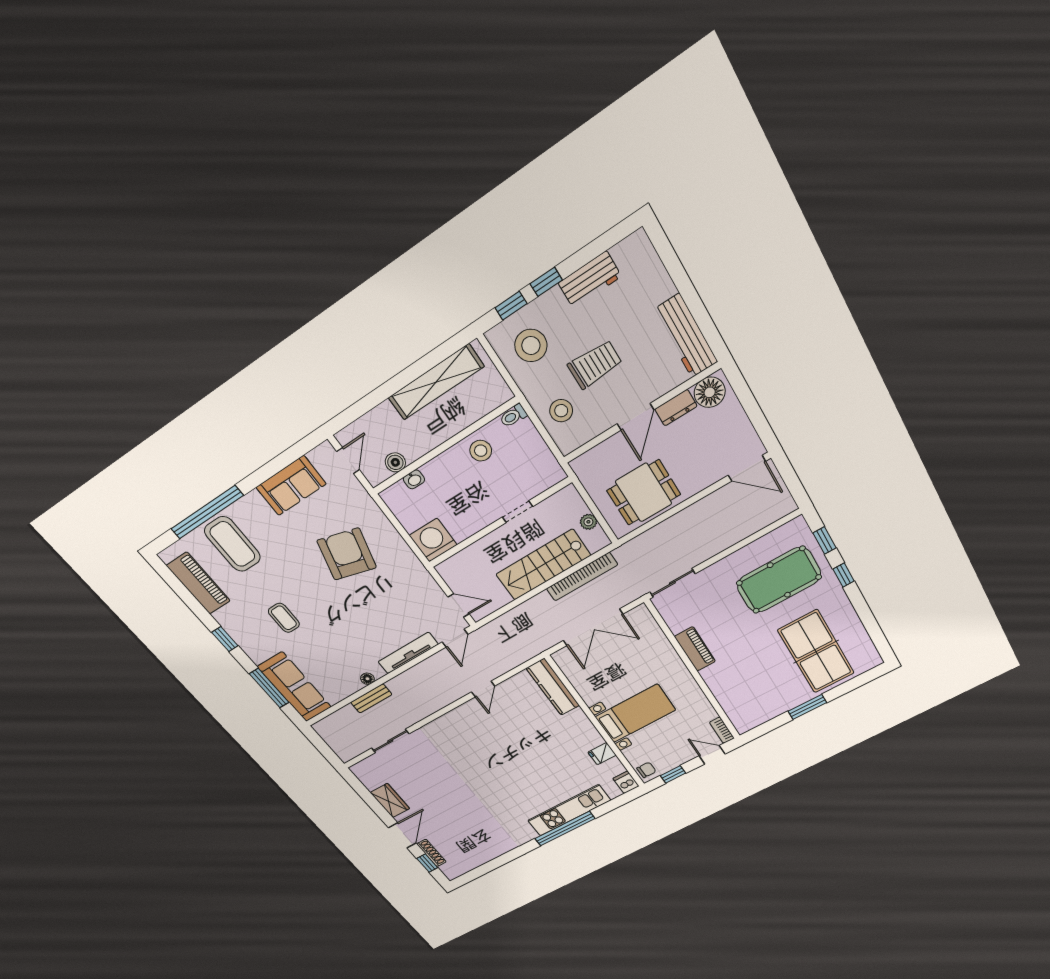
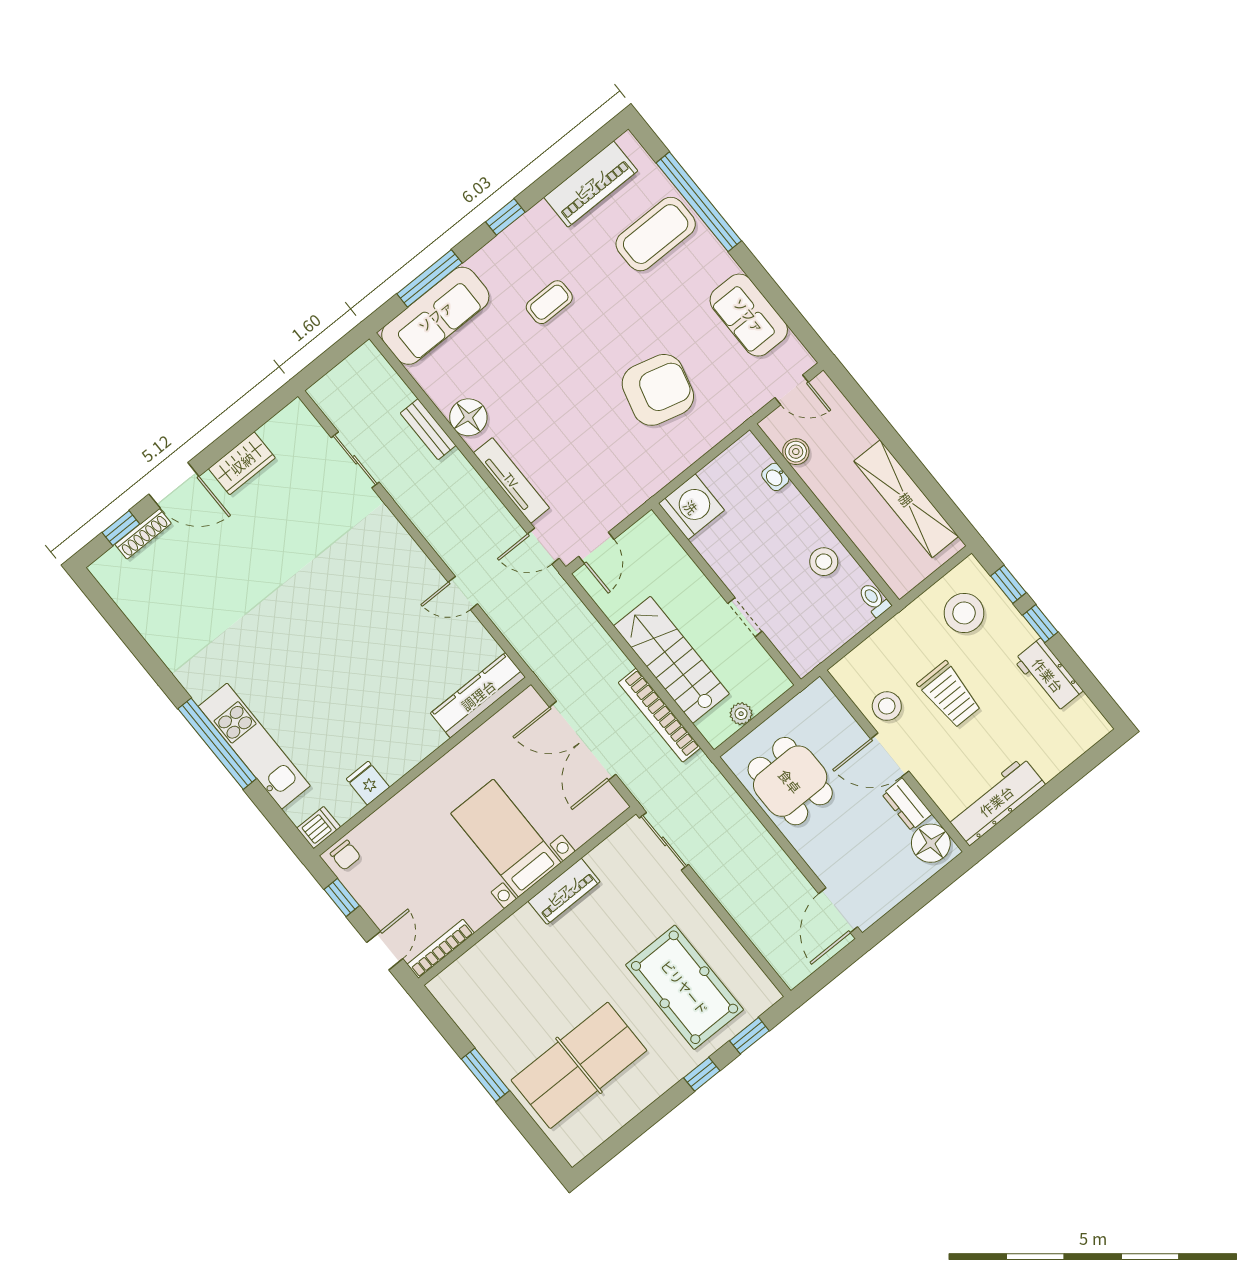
stool: (561, 411) -> (887, 706), moved
floor lamp: (367, 679) -> (468, 417), width x1.89, depth x1.89
bed with nightstands: (635, 713) -> (506, 838), moved, turned 180
bookcase: (722, 730) -> (441, 949), width x1.56

